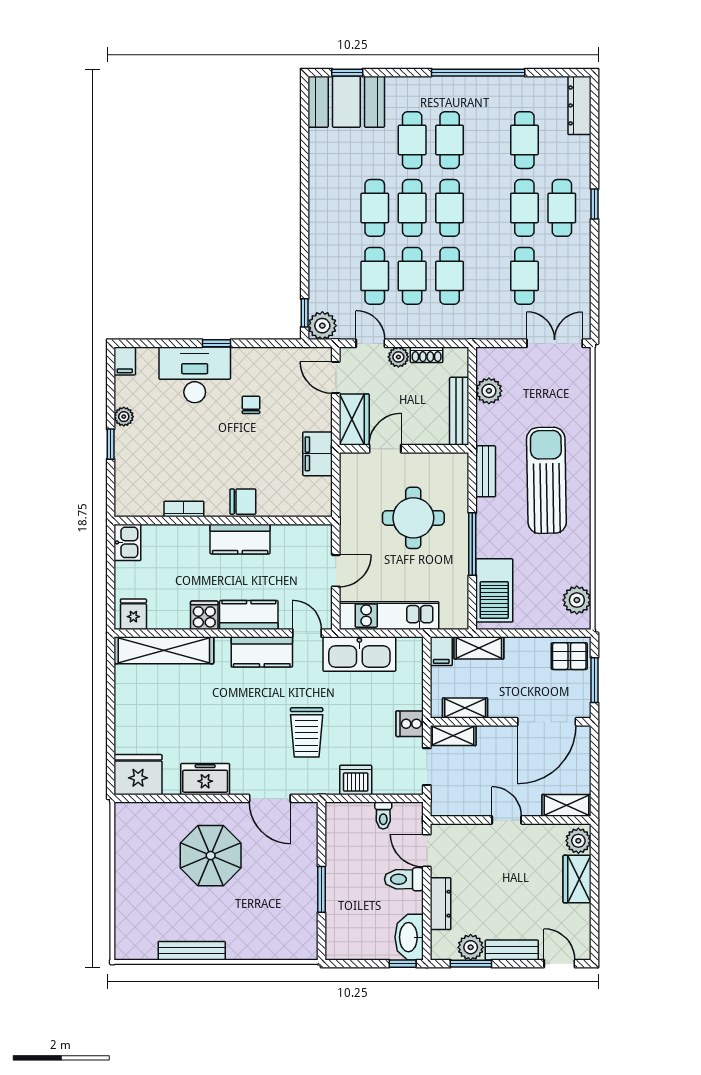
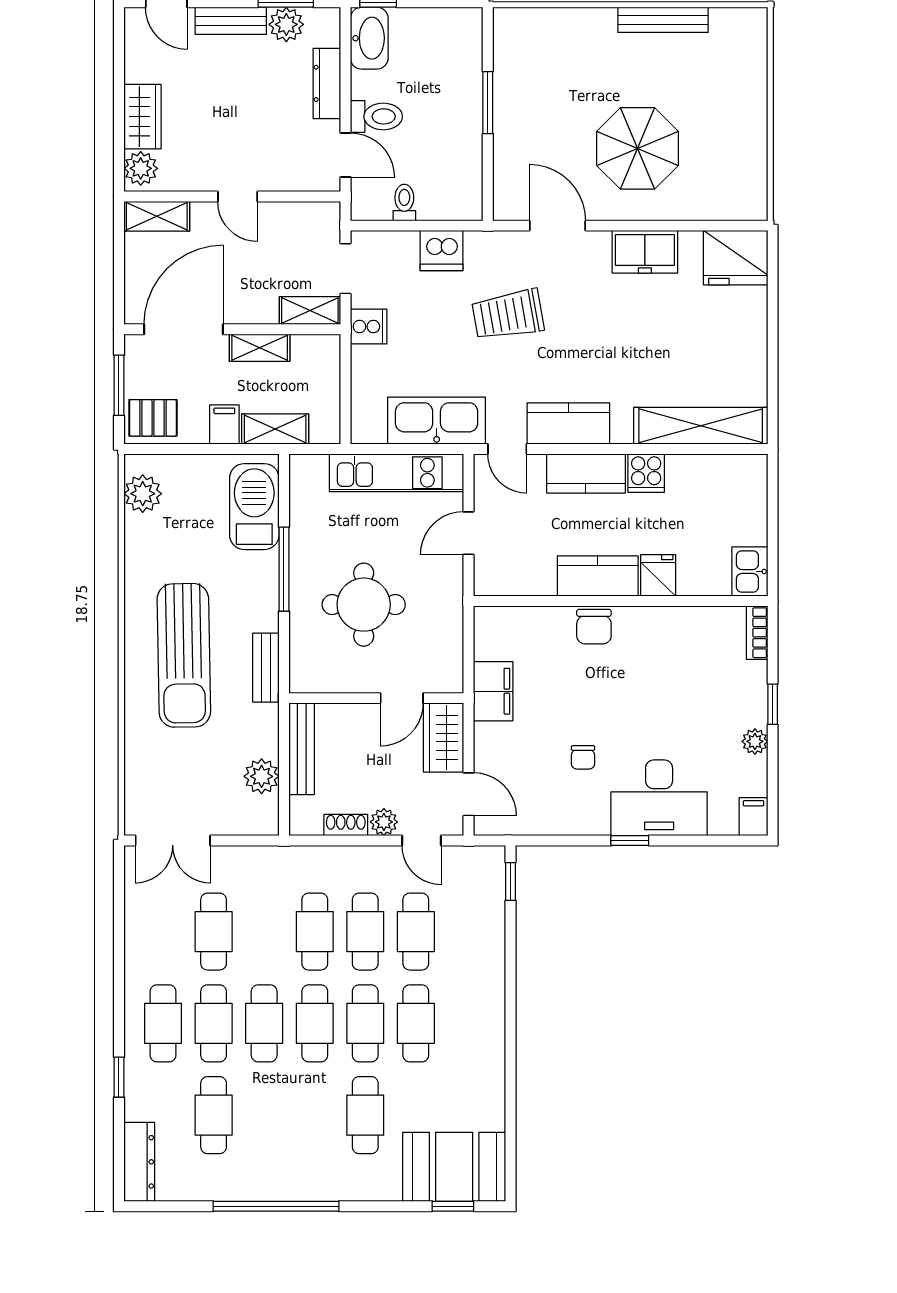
cafe table: (450, 140) -> (264, 1023), moved
window: (594, 204) -> (119, 1077), moved
plant: (322, 326) -> (487, 864), removed
chair: (243, 502) -> (594, 627), turned -90
bookcase: (184, 509) -> (757, 633), moved, turned 90
fridge: (133, 614) -> (658, 575), moved, turned 180
filing cabinet: (441, 651) -> (224, 425), moved
shelving: (465, 708) -> (260, 348), moved
trolley: (307, 732) -> (508, 315), turned -100

